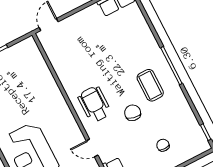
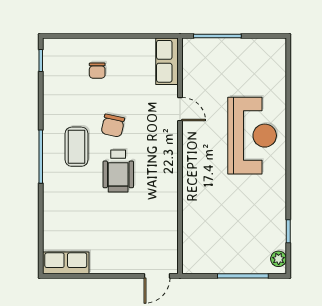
wheelchair: (95, 104) -> (118, 171), moved

